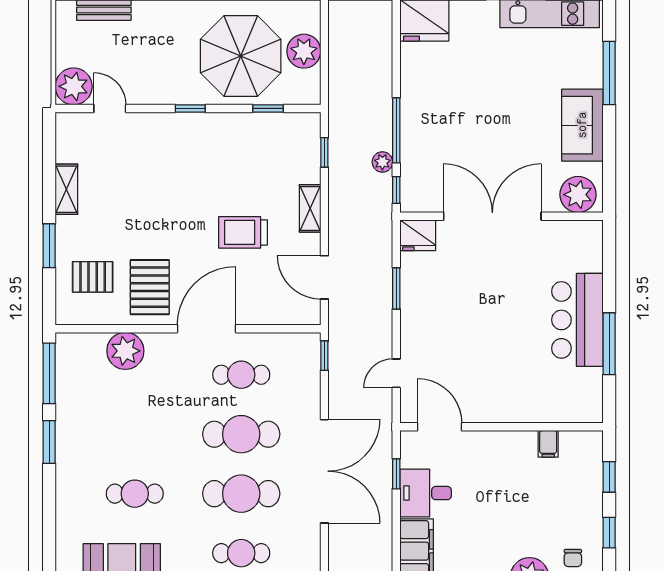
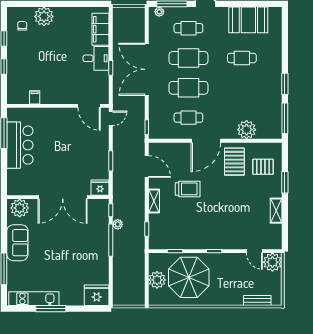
door: (440, 427) -> (89, 106), moved
wall: (502, 427) -> (58, 106), moved
filing cabinet: (548, 444) -> (35, 97), moved

